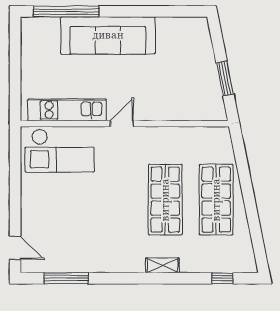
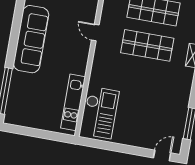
sofa: (108, 35) -> (31, 39), moved
door: (122, 124) -> (95, 33), moved

